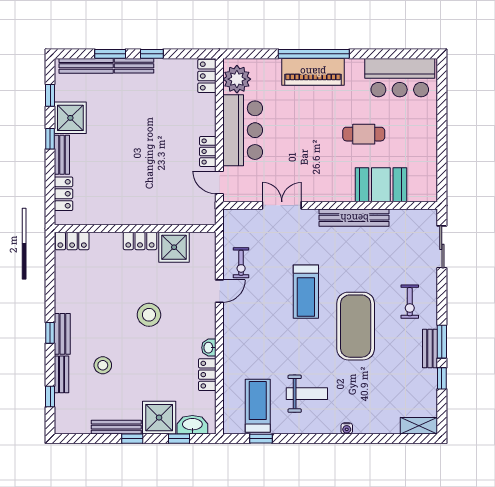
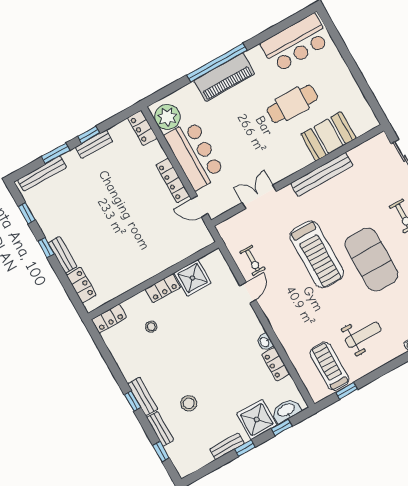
bench: (134, 66) -> (94, 144), moved
shower: (70, 118) -> (53, 222), removed
cafe table: (364, 134) -> (292, 104), width x1.37, depth x1.35
locker: (208, 151) -> (173, 181), width x1.53
treadmill: (306, 292) -> (317, 254), width x1.37, depth x1.38
stool: (149, 315) -> (151, 327), moved, width x0.53, depth x0.53
bench: (116, 427) -> (227, 446), width x0.73

